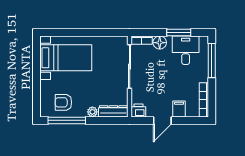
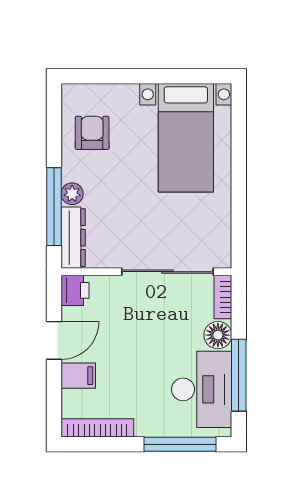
window: (179, 33) -> (239, 375), width x1.44
desk: (186, 50) -> (202, 389), width x1.37
window: (67, 120) -> (54, 207), moved
door: (162, 120) -> (54, 340), swing flipped

